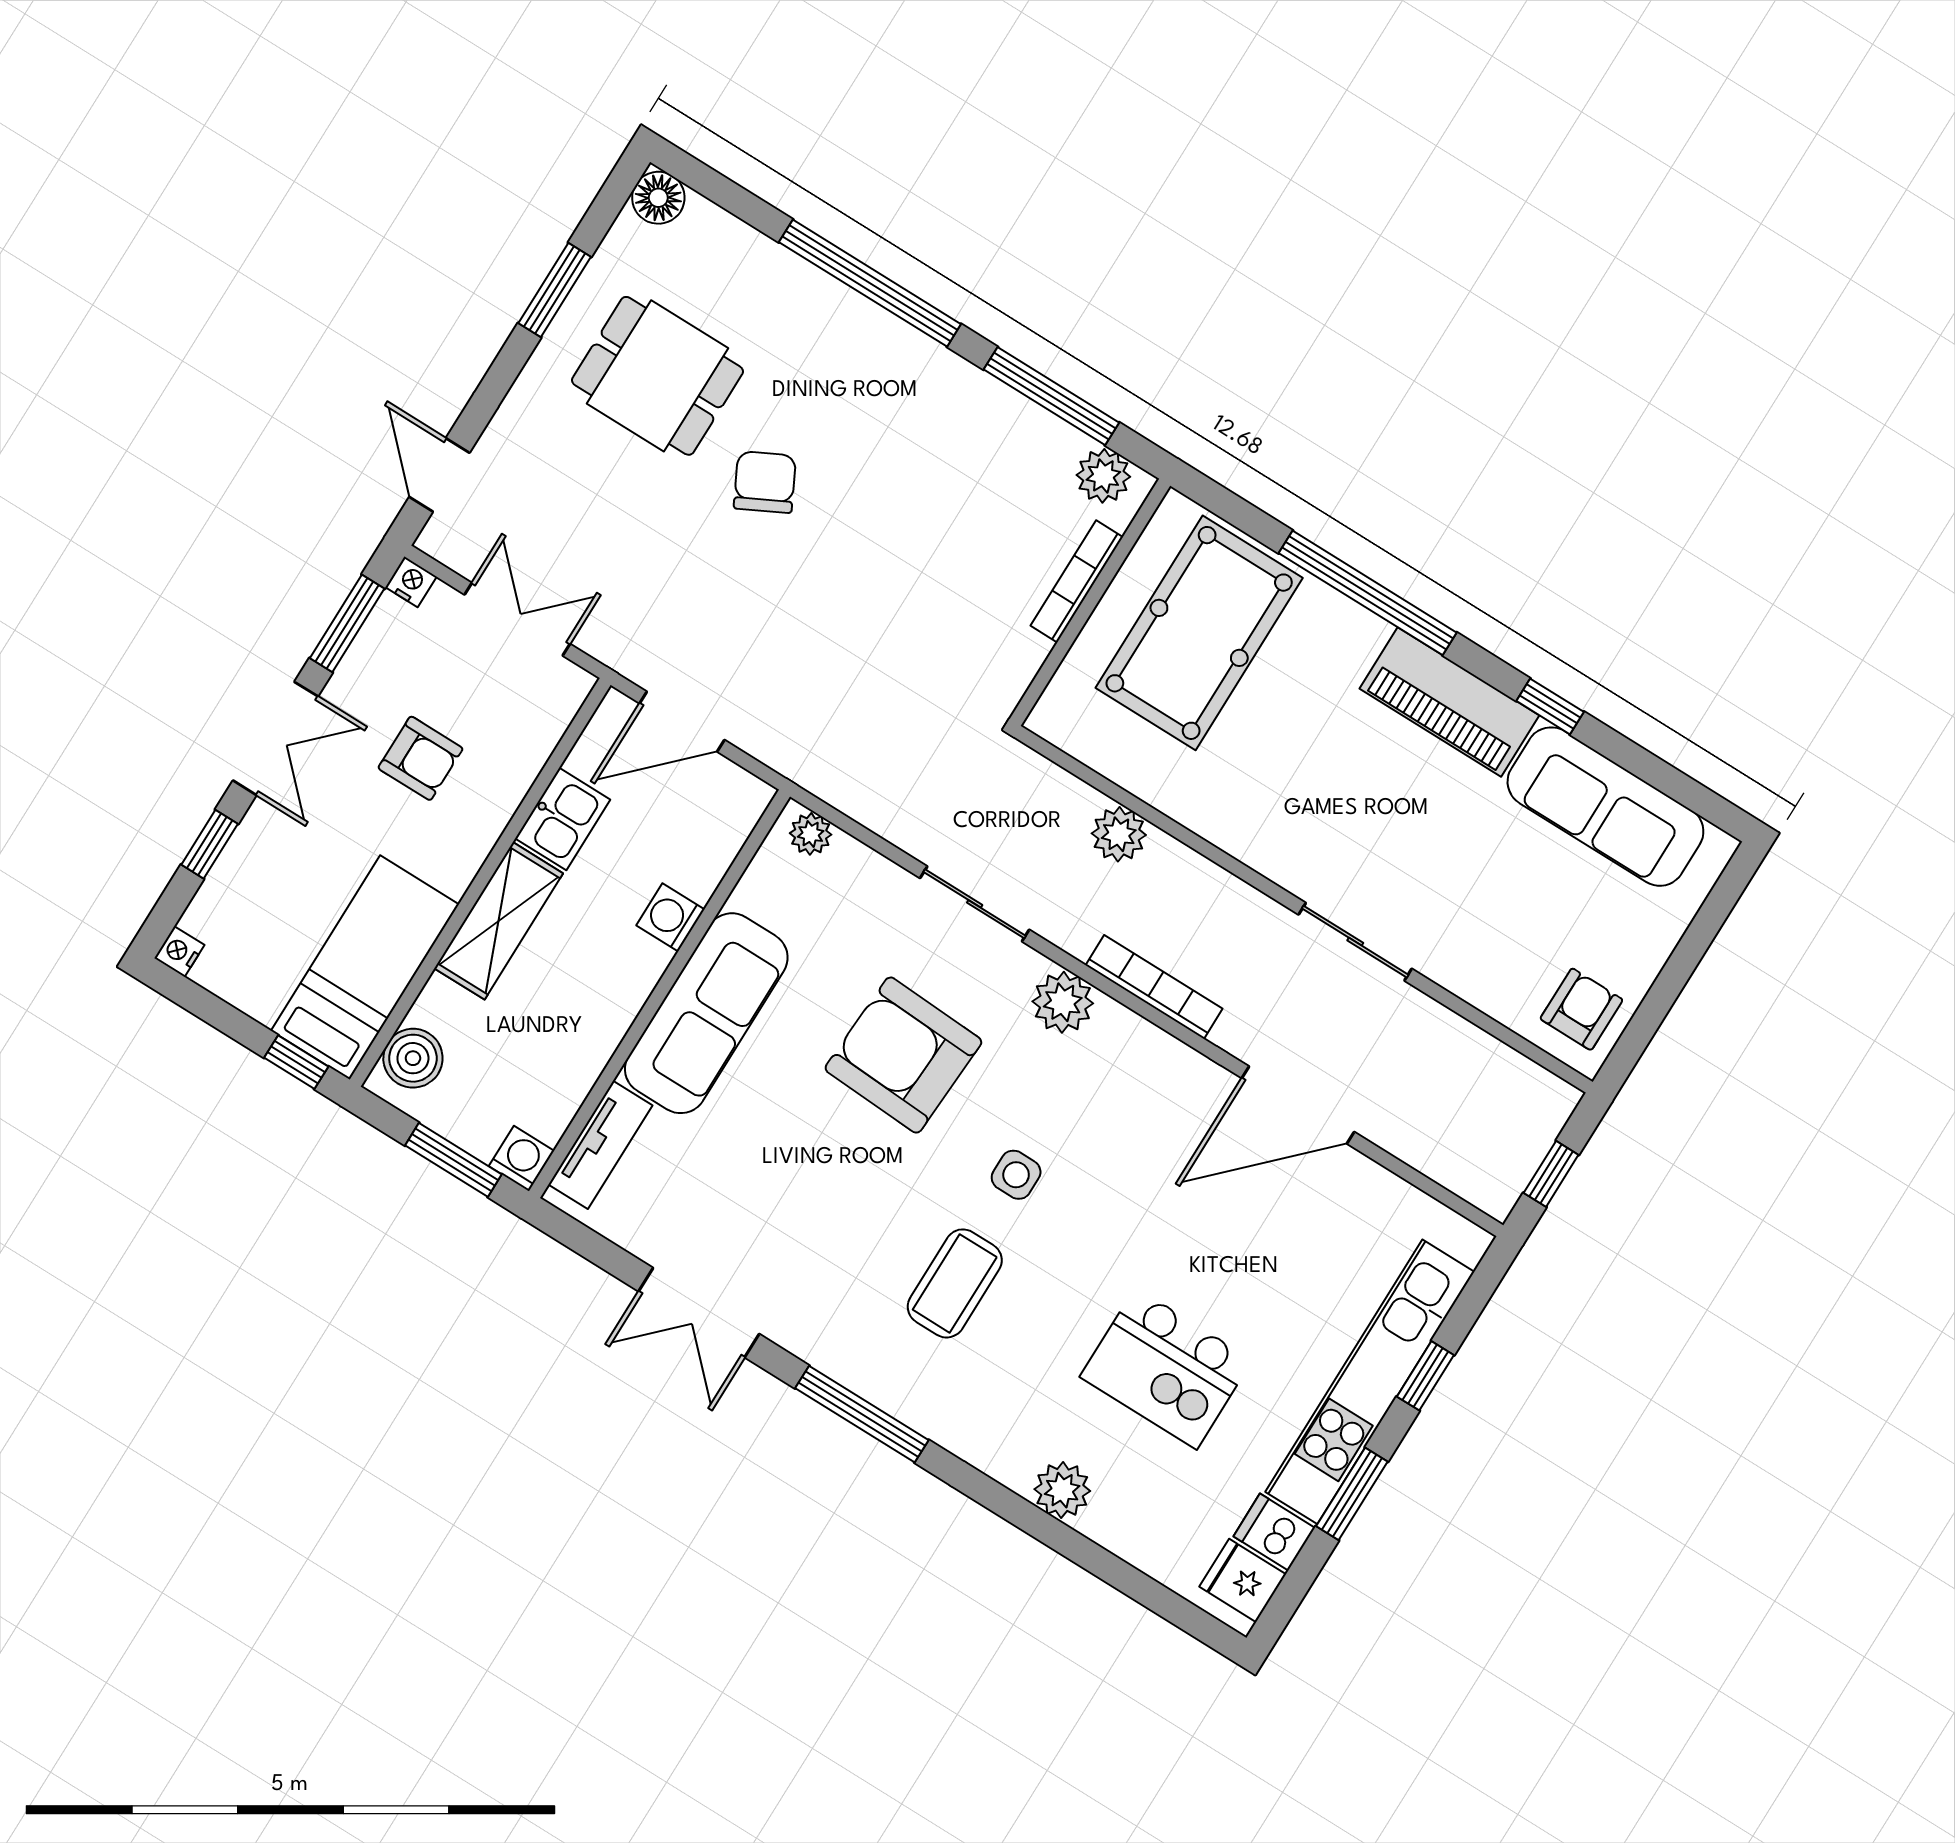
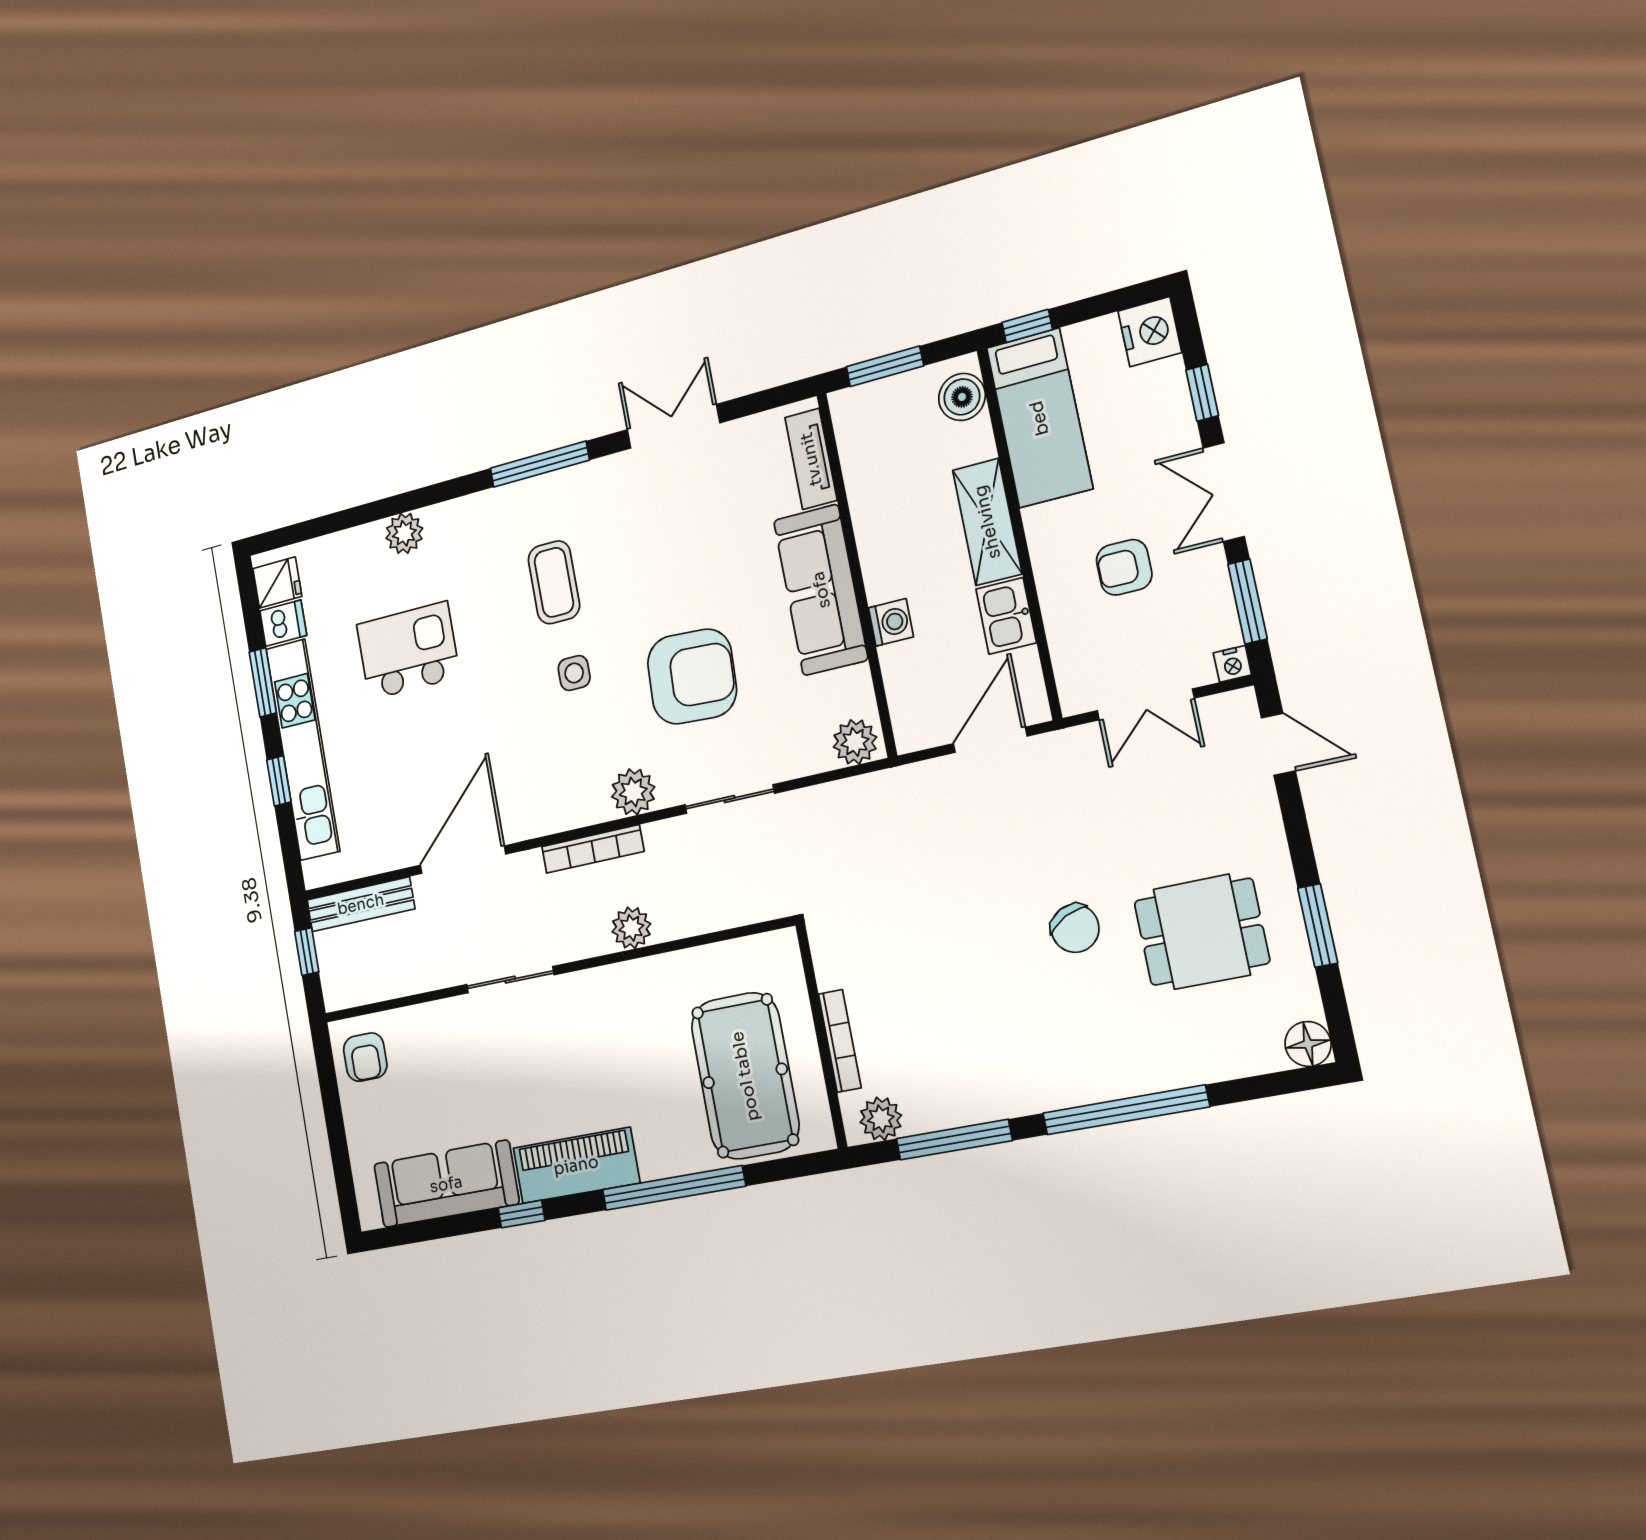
plant: (811, 834) -> (855, 742), width x1.38, depth x1.38
plant: (1119, 834) -> (631, 928), moved
nightstand: (179, 951) -> (1150, 332), width x1.89, depth x1.79
washing machine: (521, 1159) -> (848, 406), removed
bench: (1448, 1165) -> (361, 904), added

